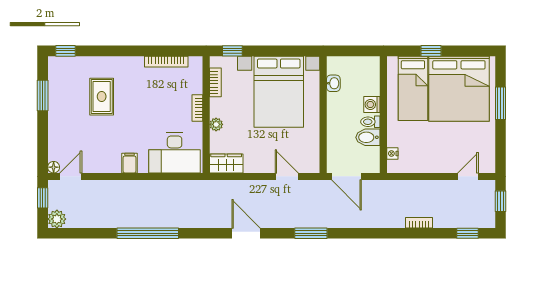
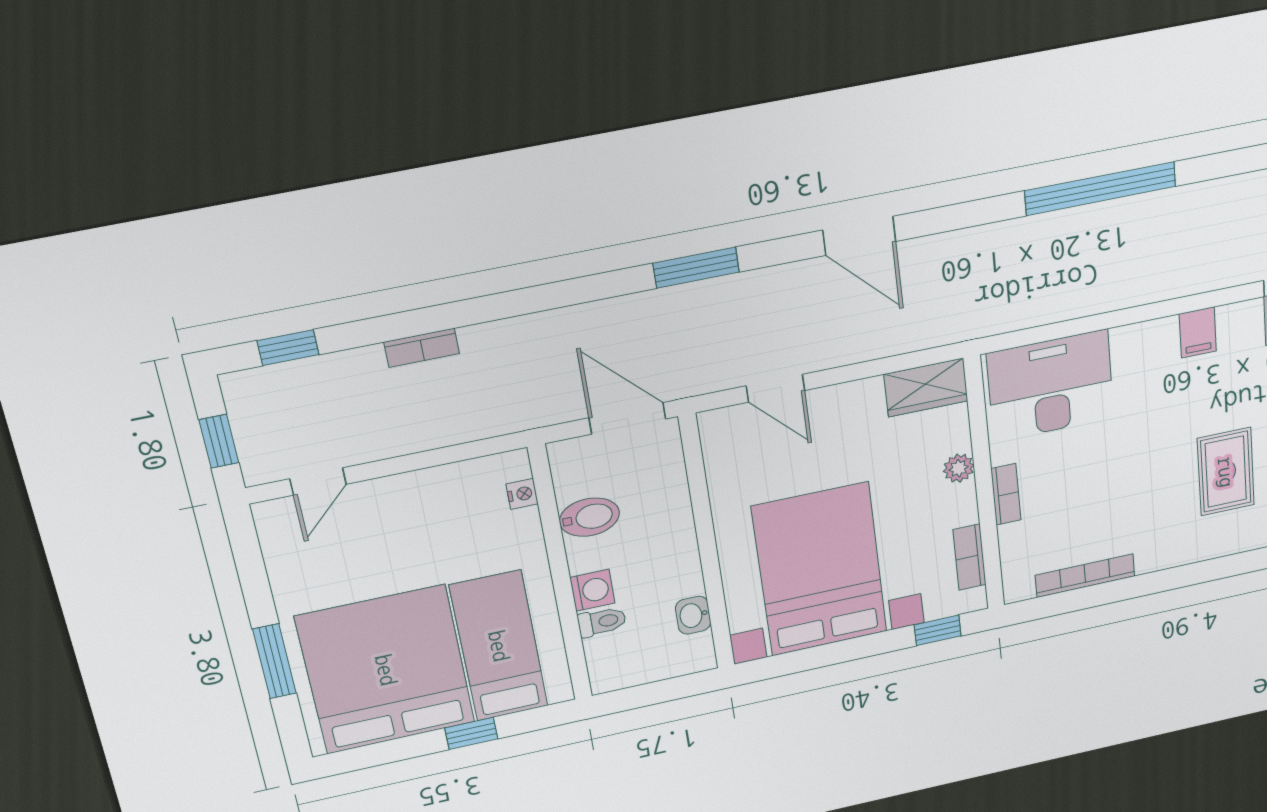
toilet: (370, 122) -> (602, 622), moved
filing cabinet: (130, 163) -> (1198, 332), moved

